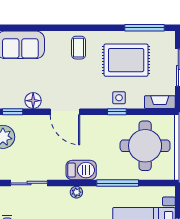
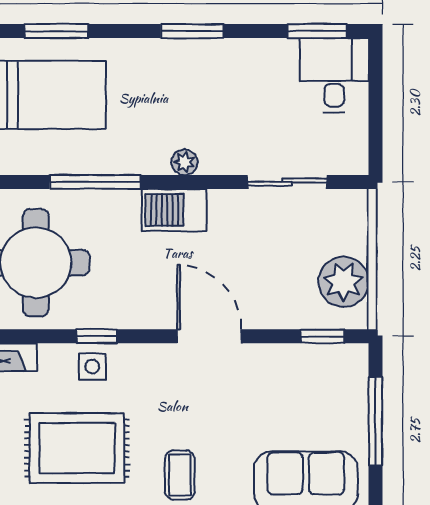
floor lamp: (33, 101) -> (278, 360), removed

